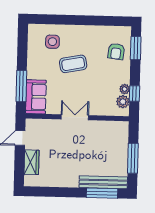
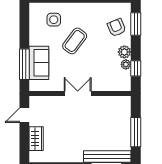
armchair: (116, 51) -> (117, 28), turned 150
coffee table: (73, 64) -> (75, 41), turned -42
sofa: (36, 97) -> (39, 63), moved
plant: (123, 102) -> (124, 52), moved

